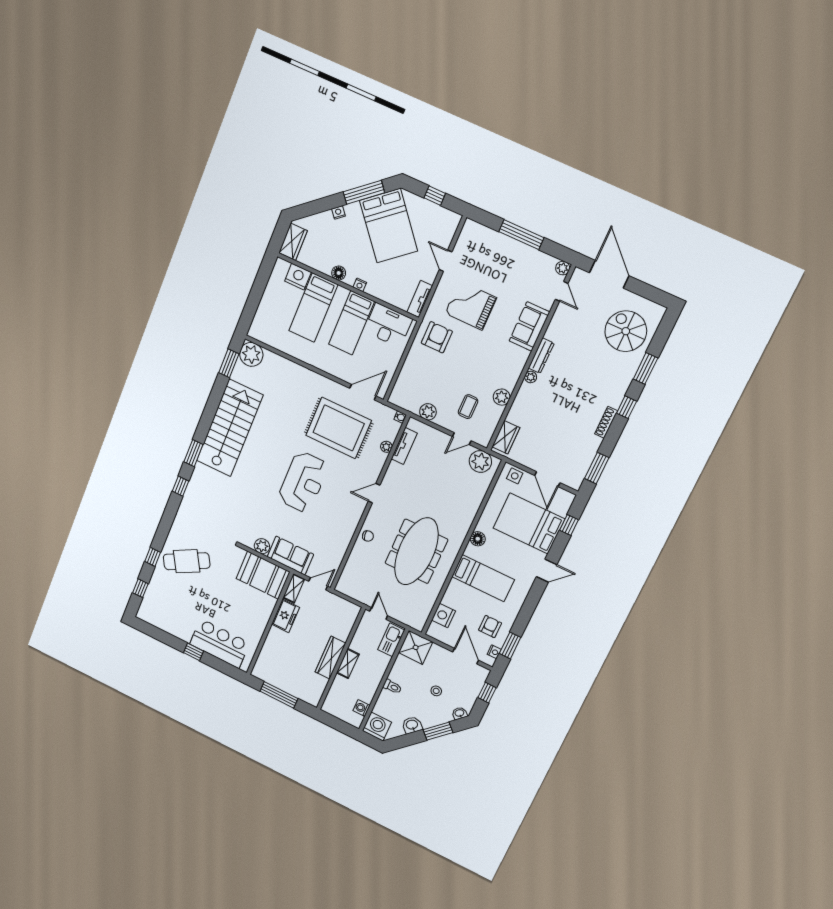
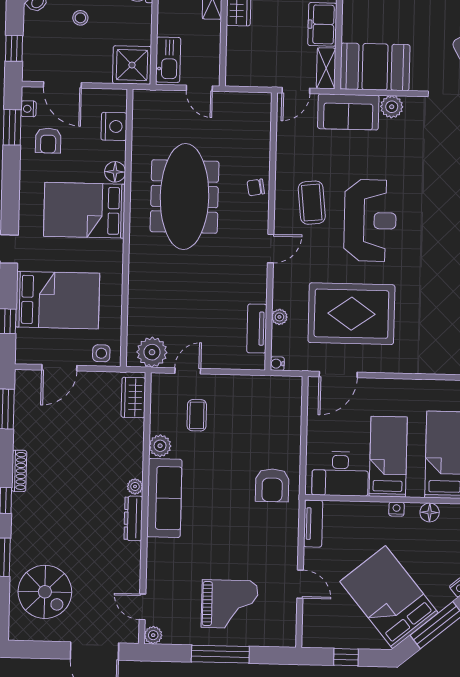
grand piano: (471, 306) -> (230, 604), moved
sofa: (529, 326) -> (164, 498), moved, width x1.36
plant: (428, 412) -> (245, 386), removed
door: (547, 479) -> (59, 368), swing flipped
reception desk: (303, 482) -> (370, 220), turned 180
coffee table: (336, 510) -> (312, 203), added
floor lamp: (478, 539) -> (115, 172), moved
bed: (483, 578) -> (84, 210), width x1.50

